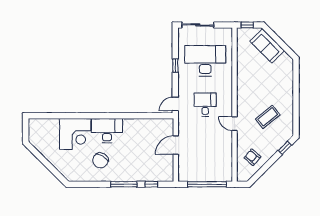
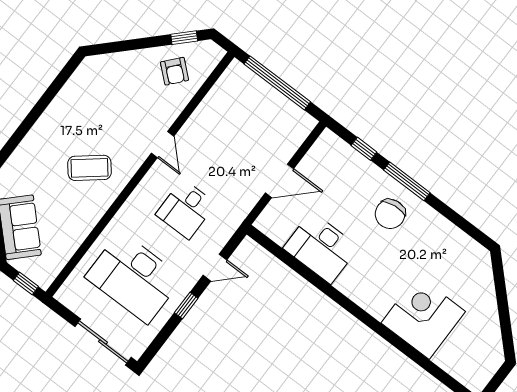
door: (175, 104) -> (215, 268), moved
coffee table: (268, 117) -> (89, 168), moved
desk: (107, 131) -> (321, 248), moved
window: (285, 148) -> (184, 38), moved
chair: (100, 160) -> (390, 214), moved, turned 143

